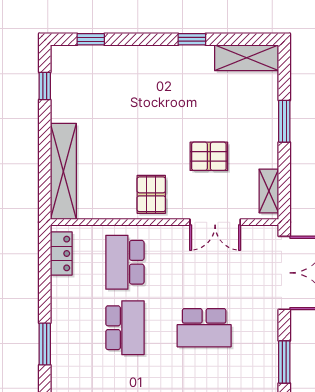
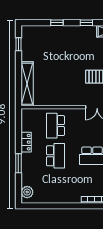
window: (91, 39) -> (57, 23), moved
pallet: (151, 194) -> (68, 94), removed
locker: (61, 254) -> (26, 142), moved

